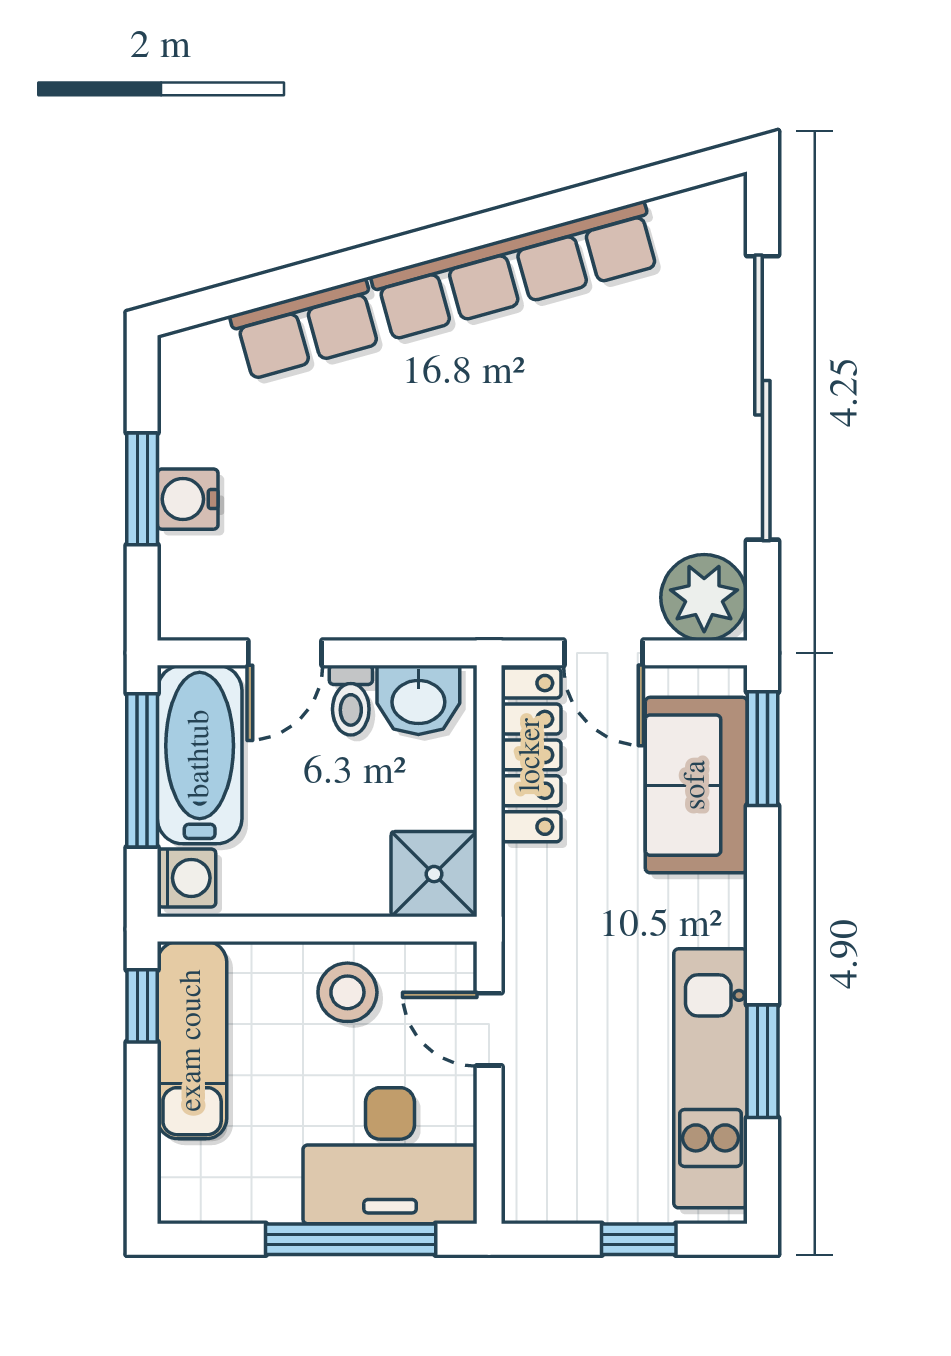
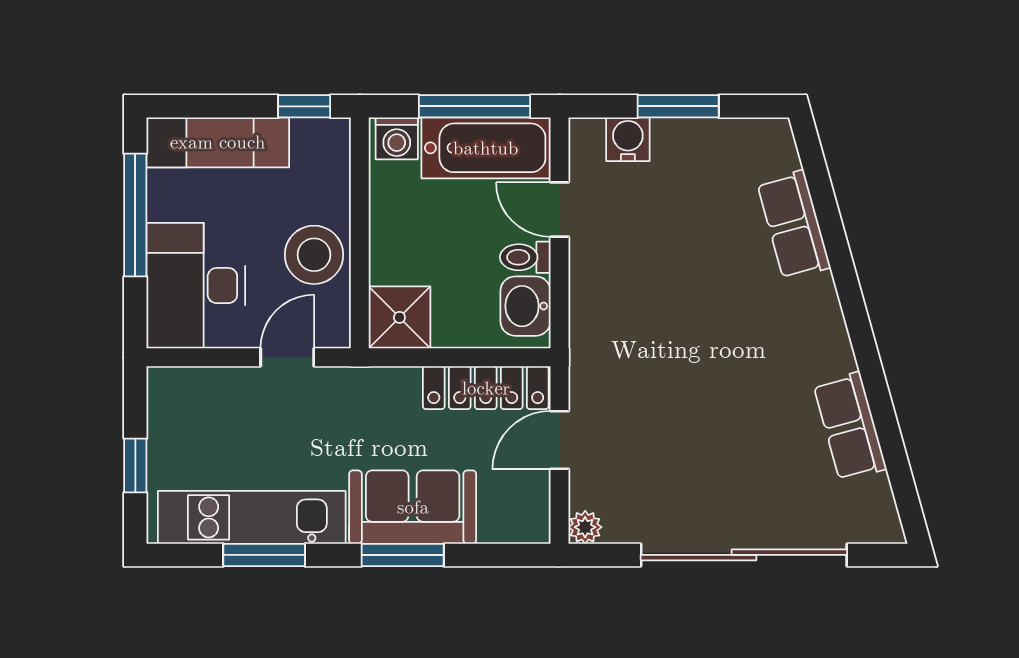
row of seats: (516, 271) -> (850, 427), width x0.50
water cooler: (188, 499) -> (628, 139), moved
plant: (704, 597) -> (585, 527), width x0.53, depth x0.53
window: (762, 749) -> (403, 555), moved
sofa: (696, 785) -> (413, 507), moved
stool: (347, 992) -> (314, 255), width x1.38, depth x1.38
exam couch: (192, 1040) -> (218, 142), moved
window: (351, 1239) -> (135, 215), moved

